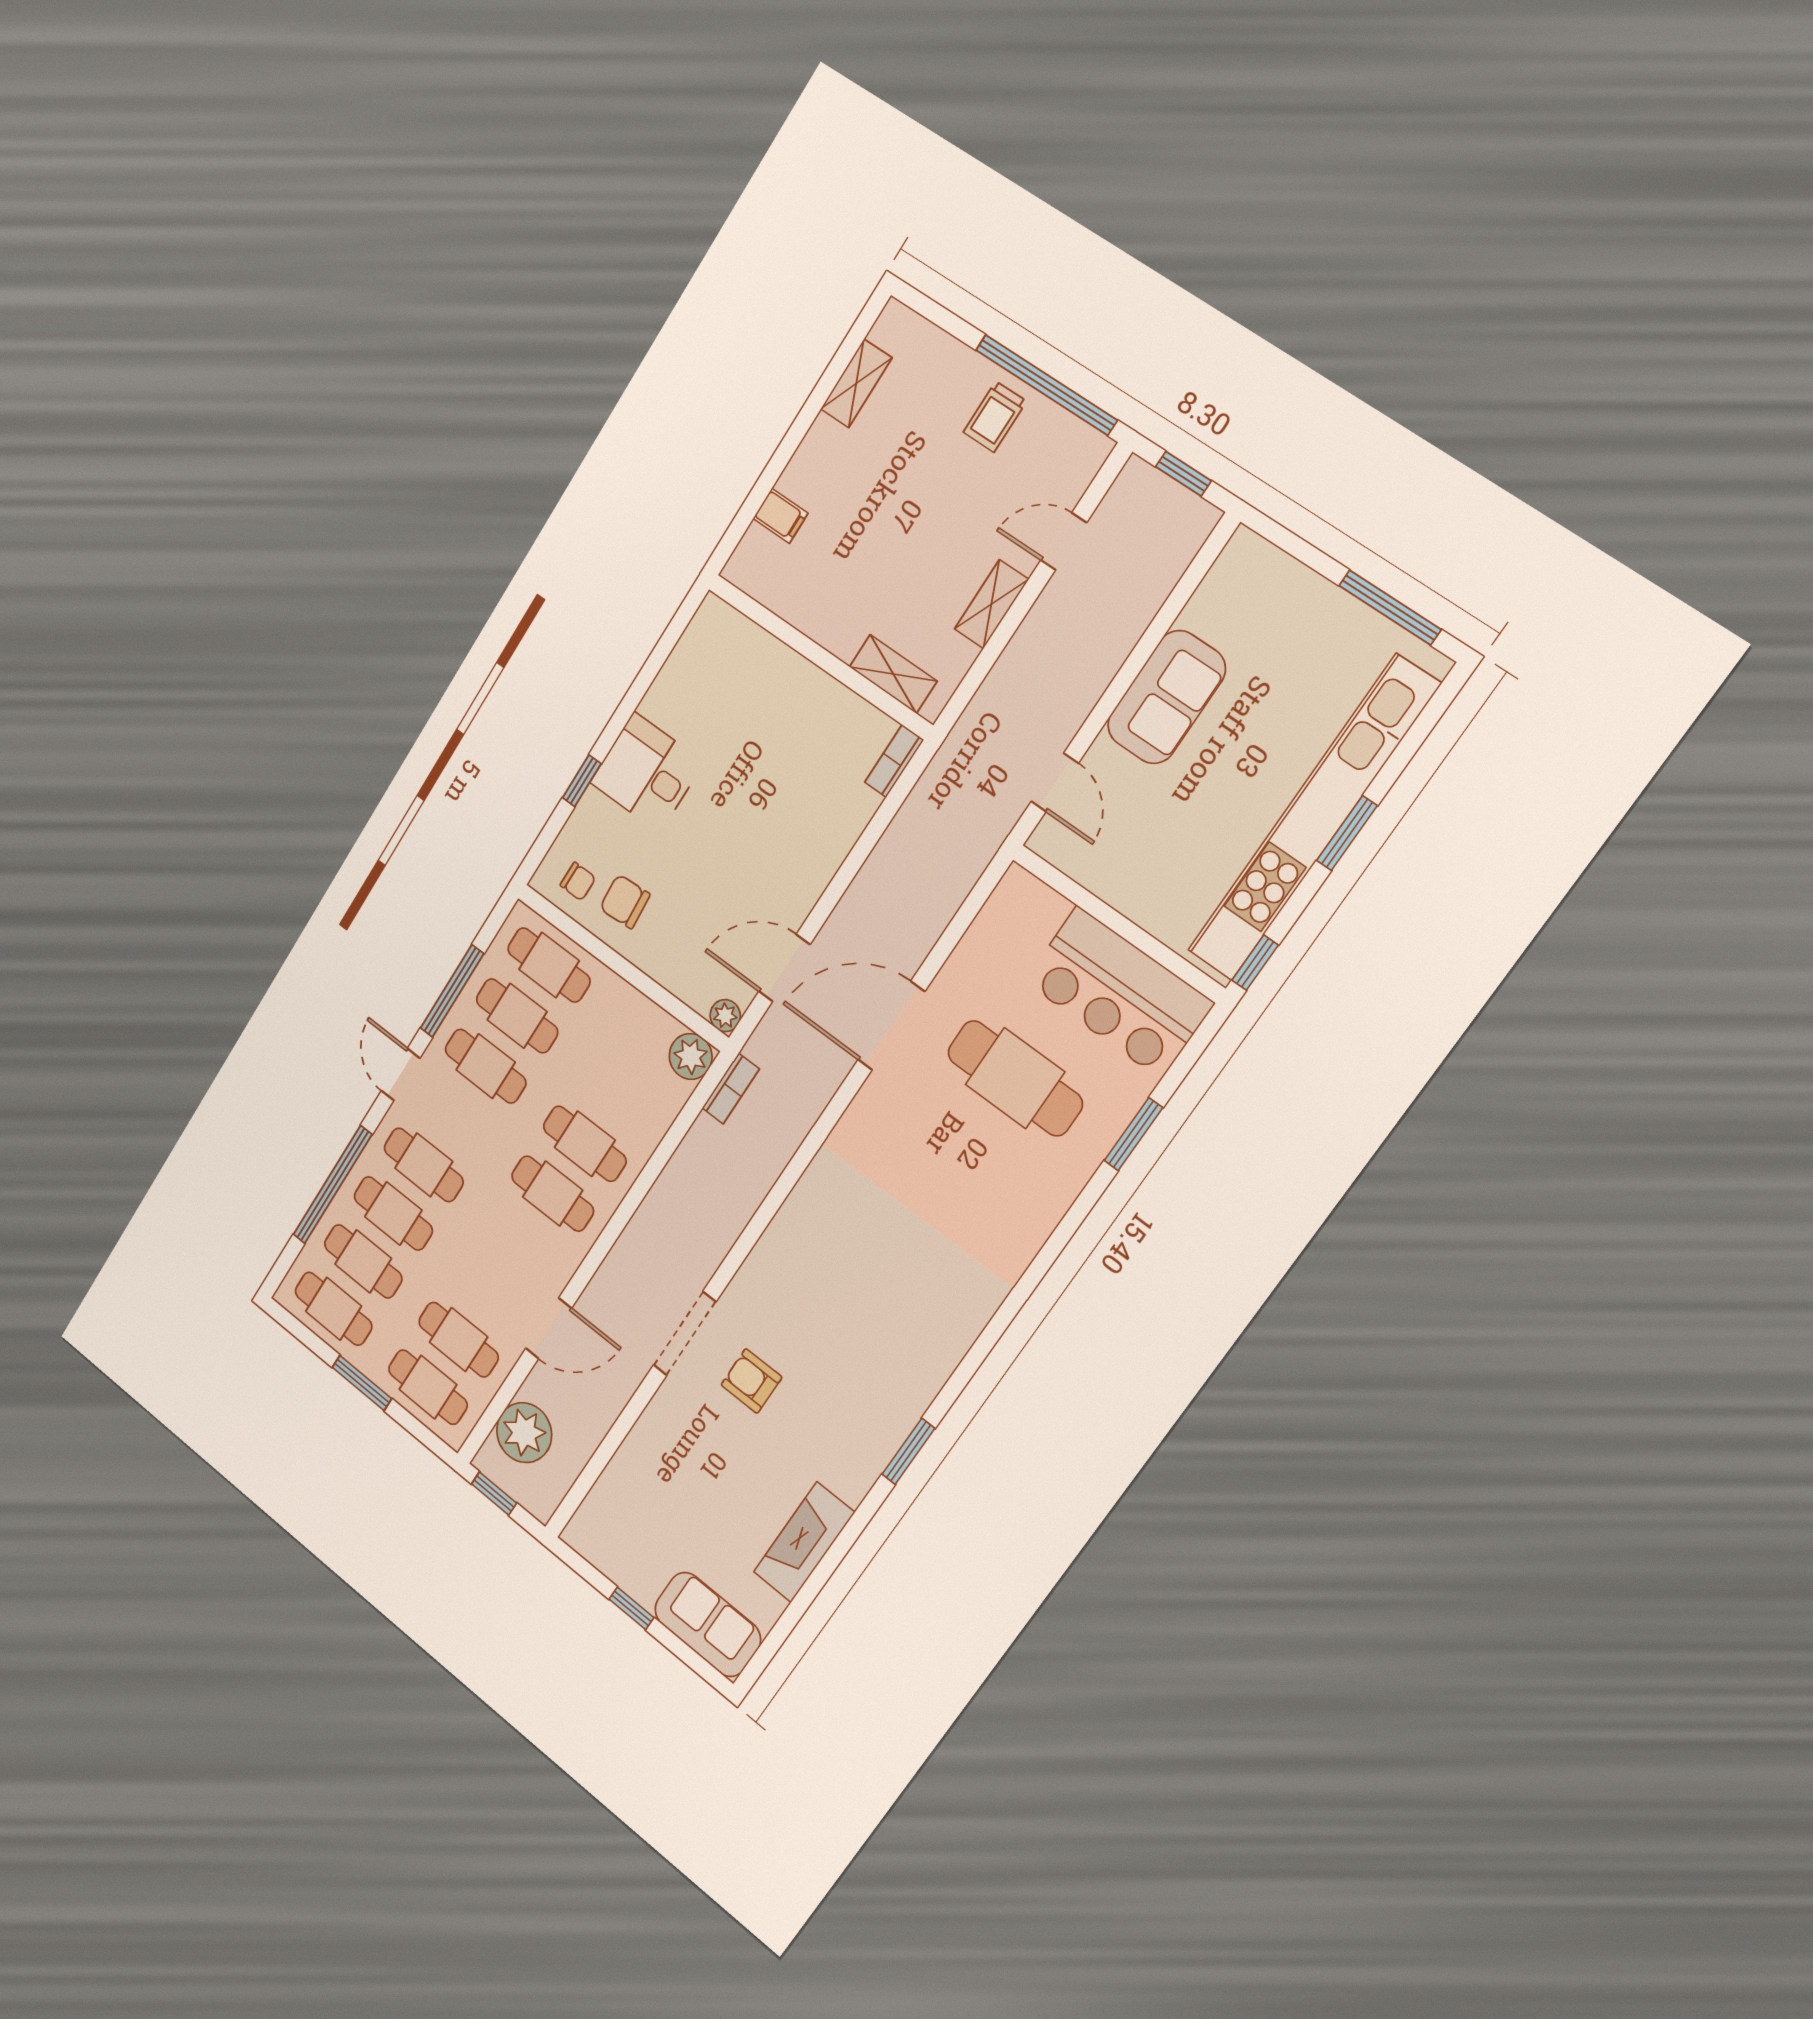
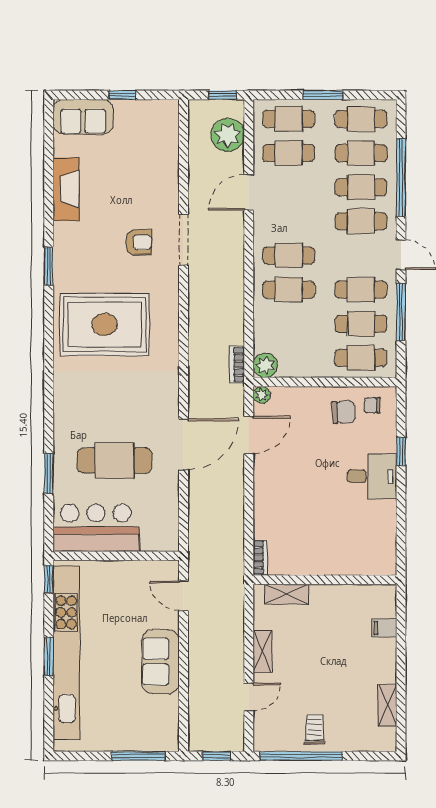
window: (1390, 607) -> (138, 756), moved
rug: (885, 1299) -> (105, 324), added

